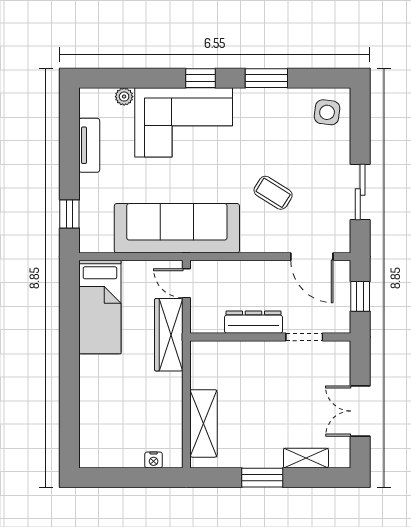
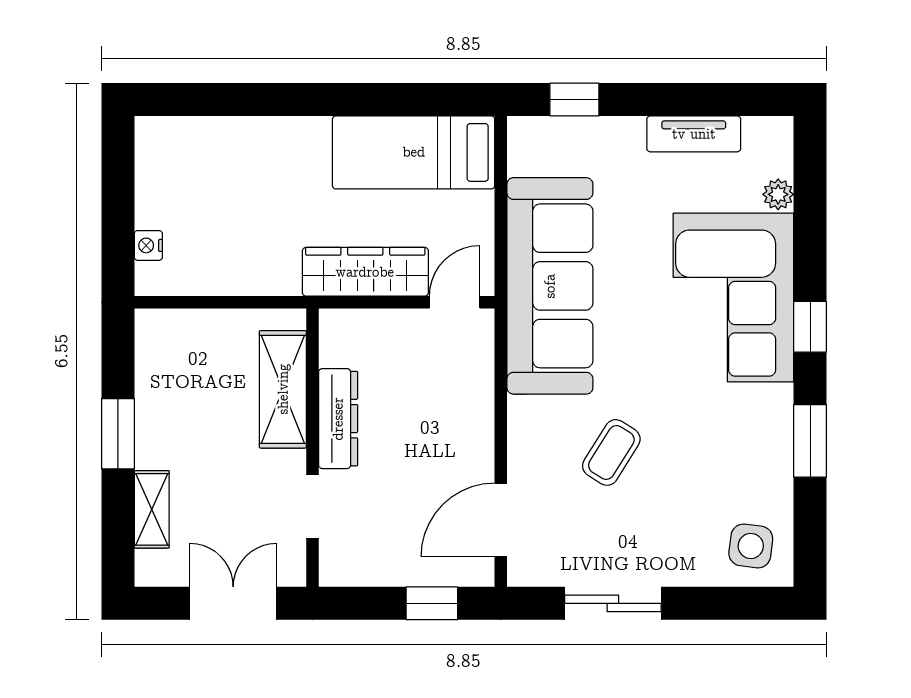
dresser: (253, 322) -> (338, 419), moved
wall: (270, 337) -> (312, 448), moved
doorway: (304, 337) -> (312, 506), moved
shelving: (203, 423) -> (283, 389), moved, turned 90

